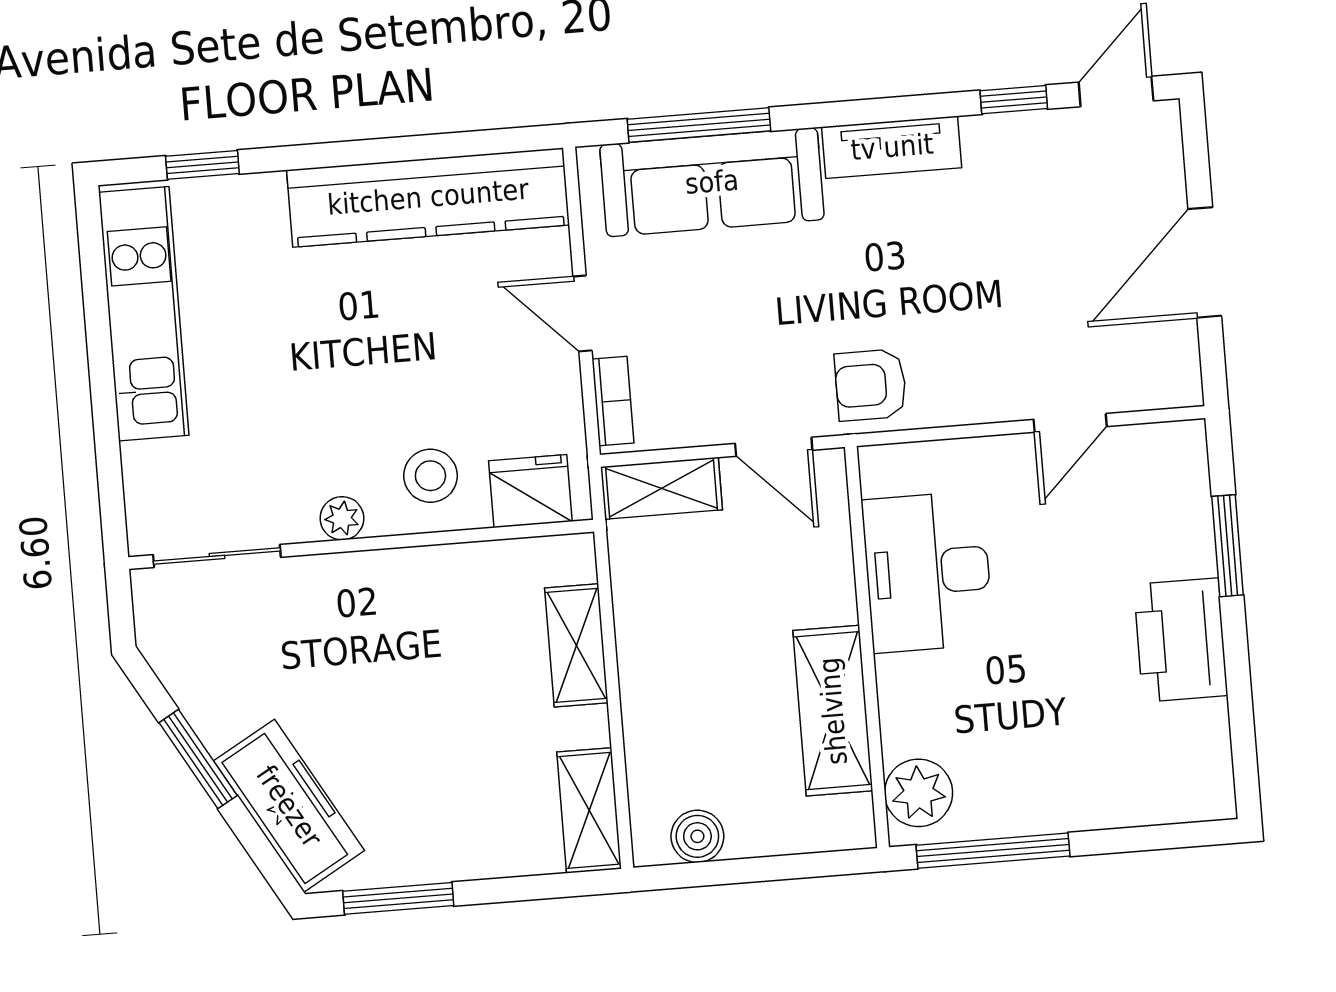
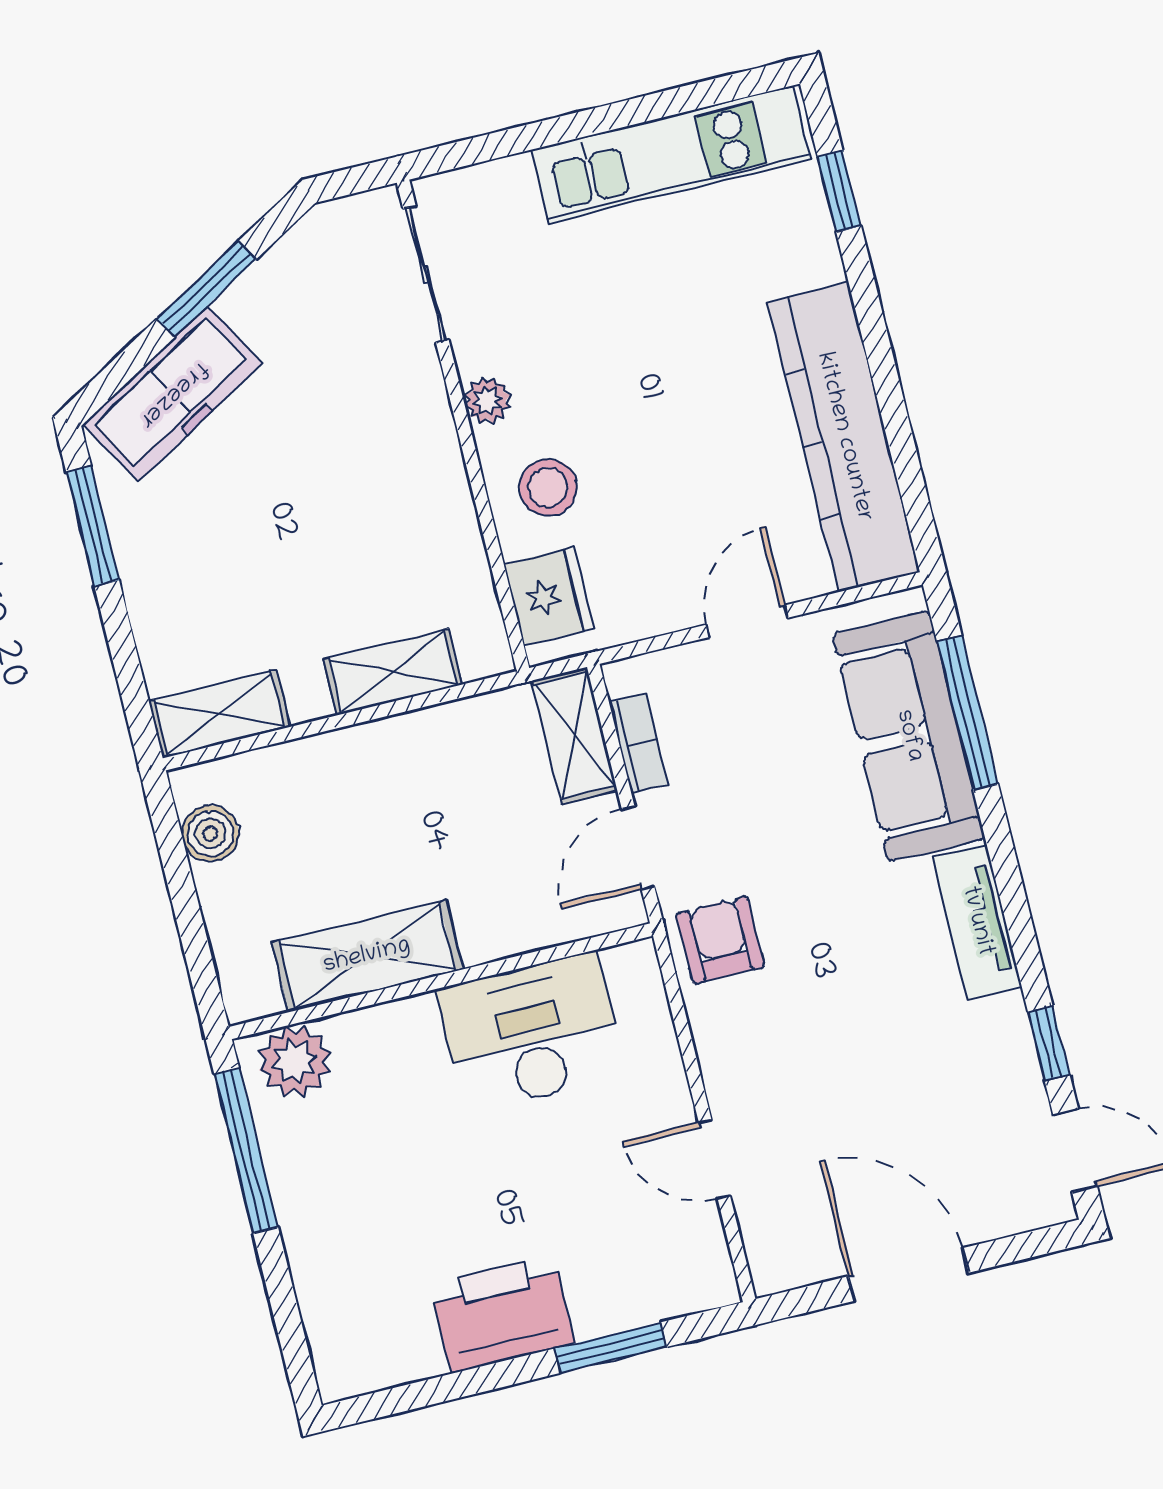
bookcase: (613, 401) -> (638, 744), moved, turned -90

